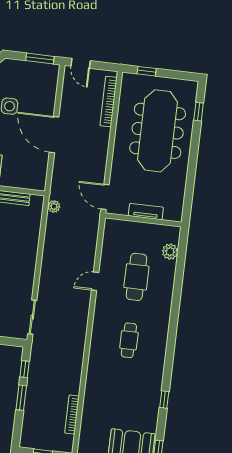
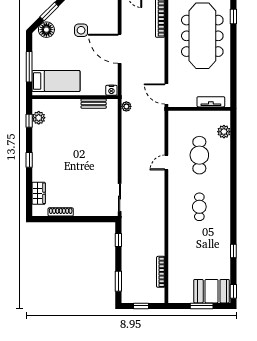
nightstand: (38, 184) -> (111, 90), added
tv unit: (146, 212) -> (211, 102), moved
window: (21, 398) -> (118, 281), moved

